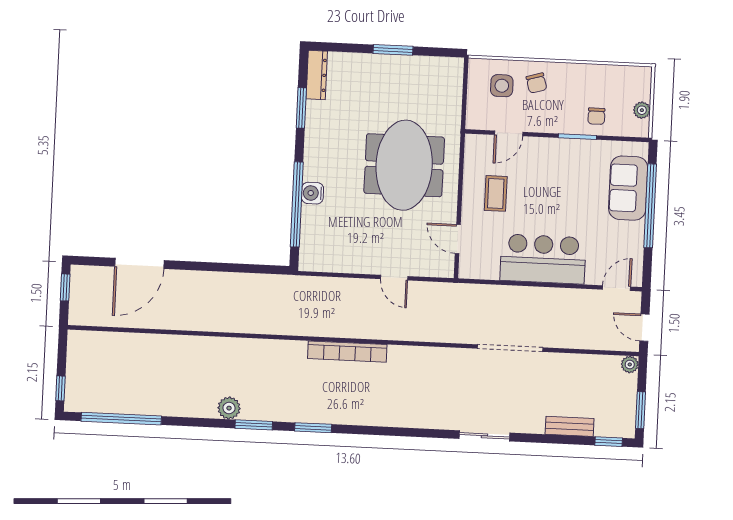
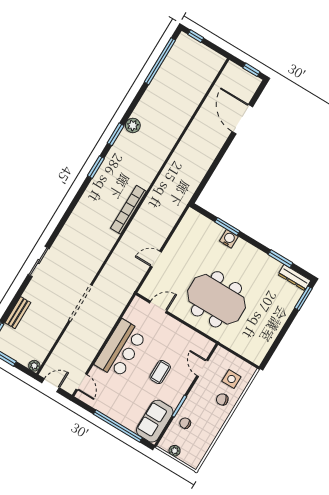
window: (393, 50) -> (303, 298), moved
sofa: (628, 188) -> (155, 421), moved, turned -90
coffee table: (496, 193) -> (160, 372), moved, turned 90
window: (297, 204) -> (227, 226), width x0.47

